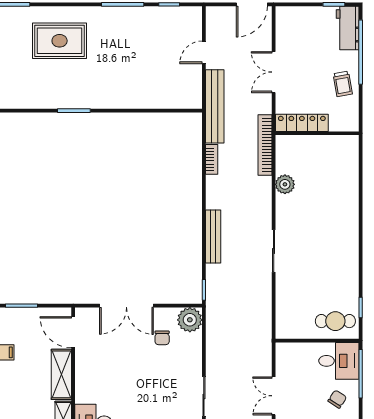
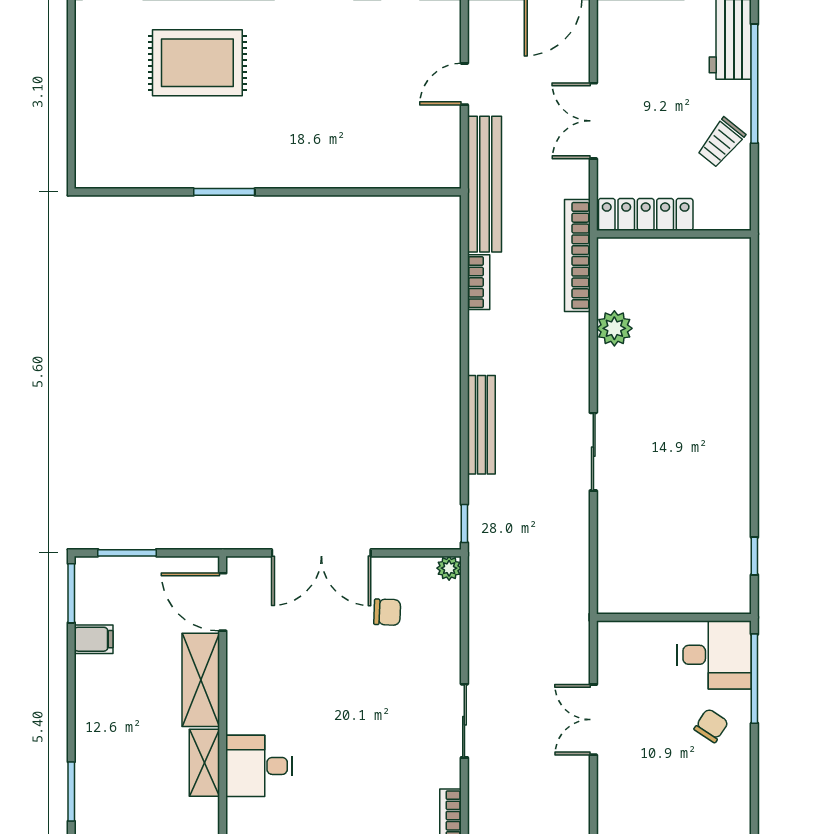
trolley: (343, 84) -> (721, 143), turned 49
plant: (190, 320) -> (449, 568), width x0.53, depth x0.53
cafe table: (335, 321) -> (708, 581), removed
chair: (162, 338) -> (387, 612), turned -88

